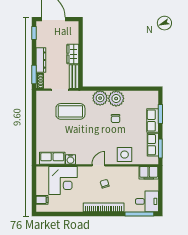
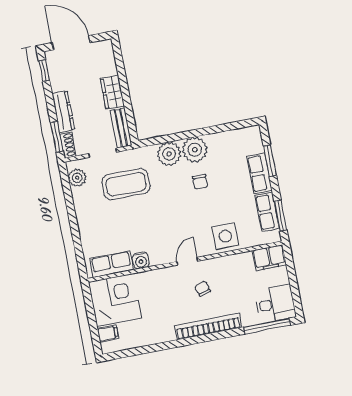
plant: (42, 102) -> (77, 178), added
corner desk: (63, 180) -> (115, 300), moved, turned -90

